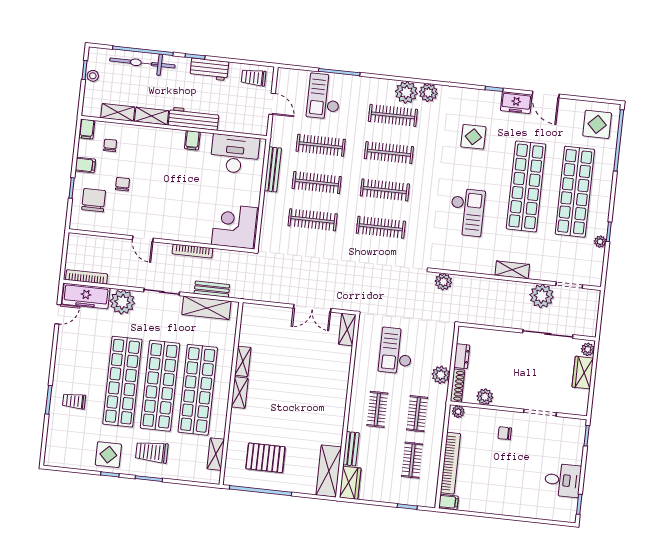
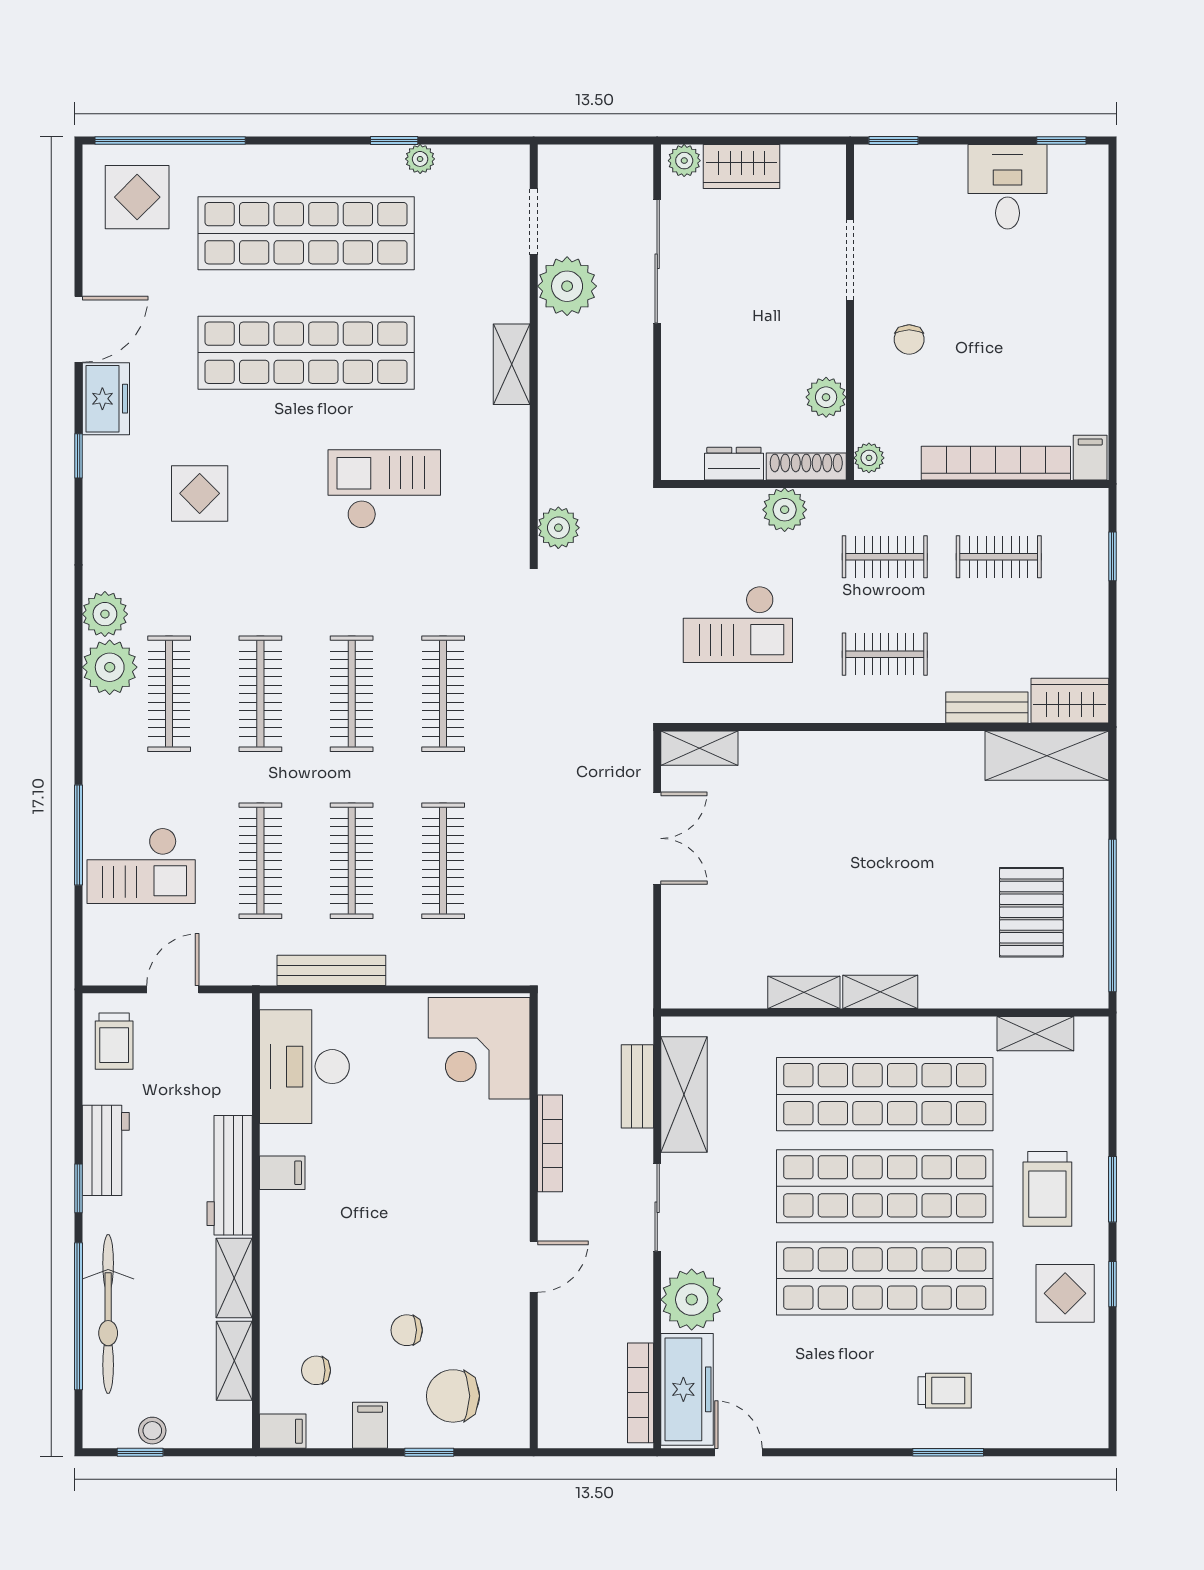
trolley: (74, 401) -> (945, 1391), turned -90

